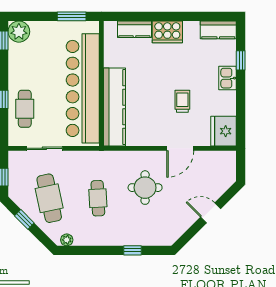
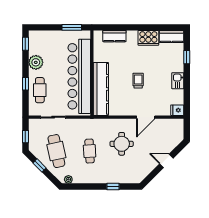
plant: (19, 32) -> (36, 62), moved
cooker: (167, 32) -> (148, 38), moved
kitchen sink: (228, 78) -> (178, 81), moved
trolley: (182, 101) -> (138, 81), moved
fridge: (224, 131) -> (177, 110), width x0.53, depth x0.75

